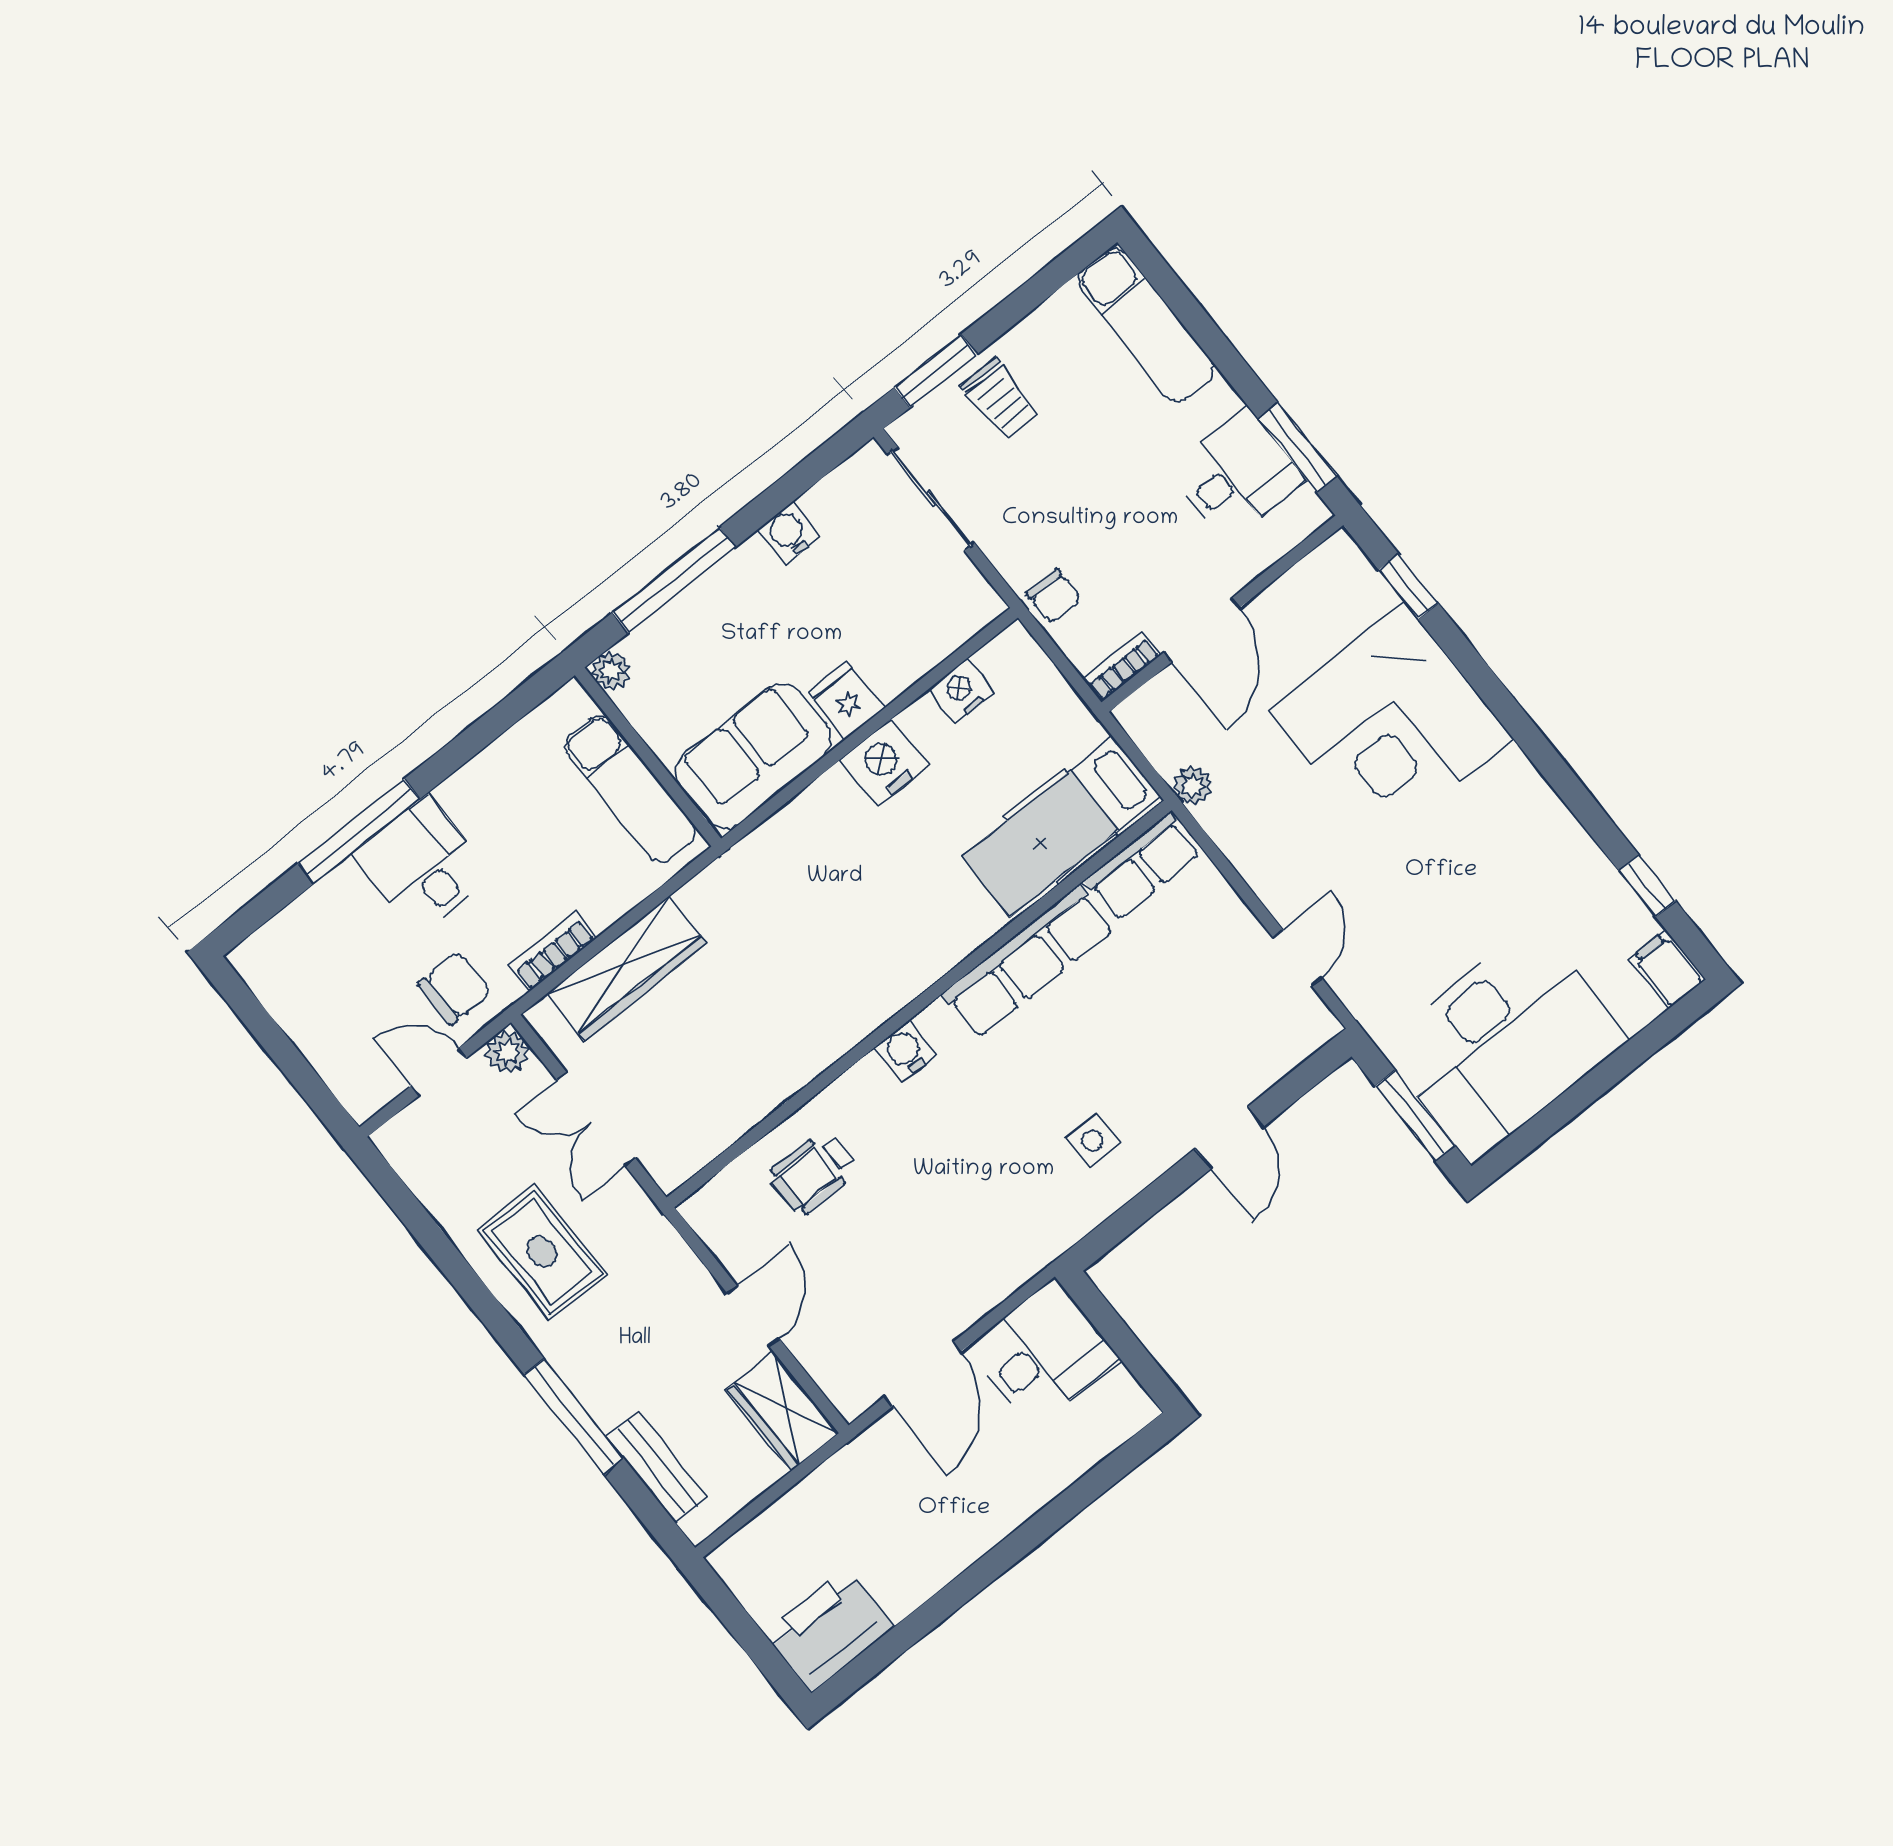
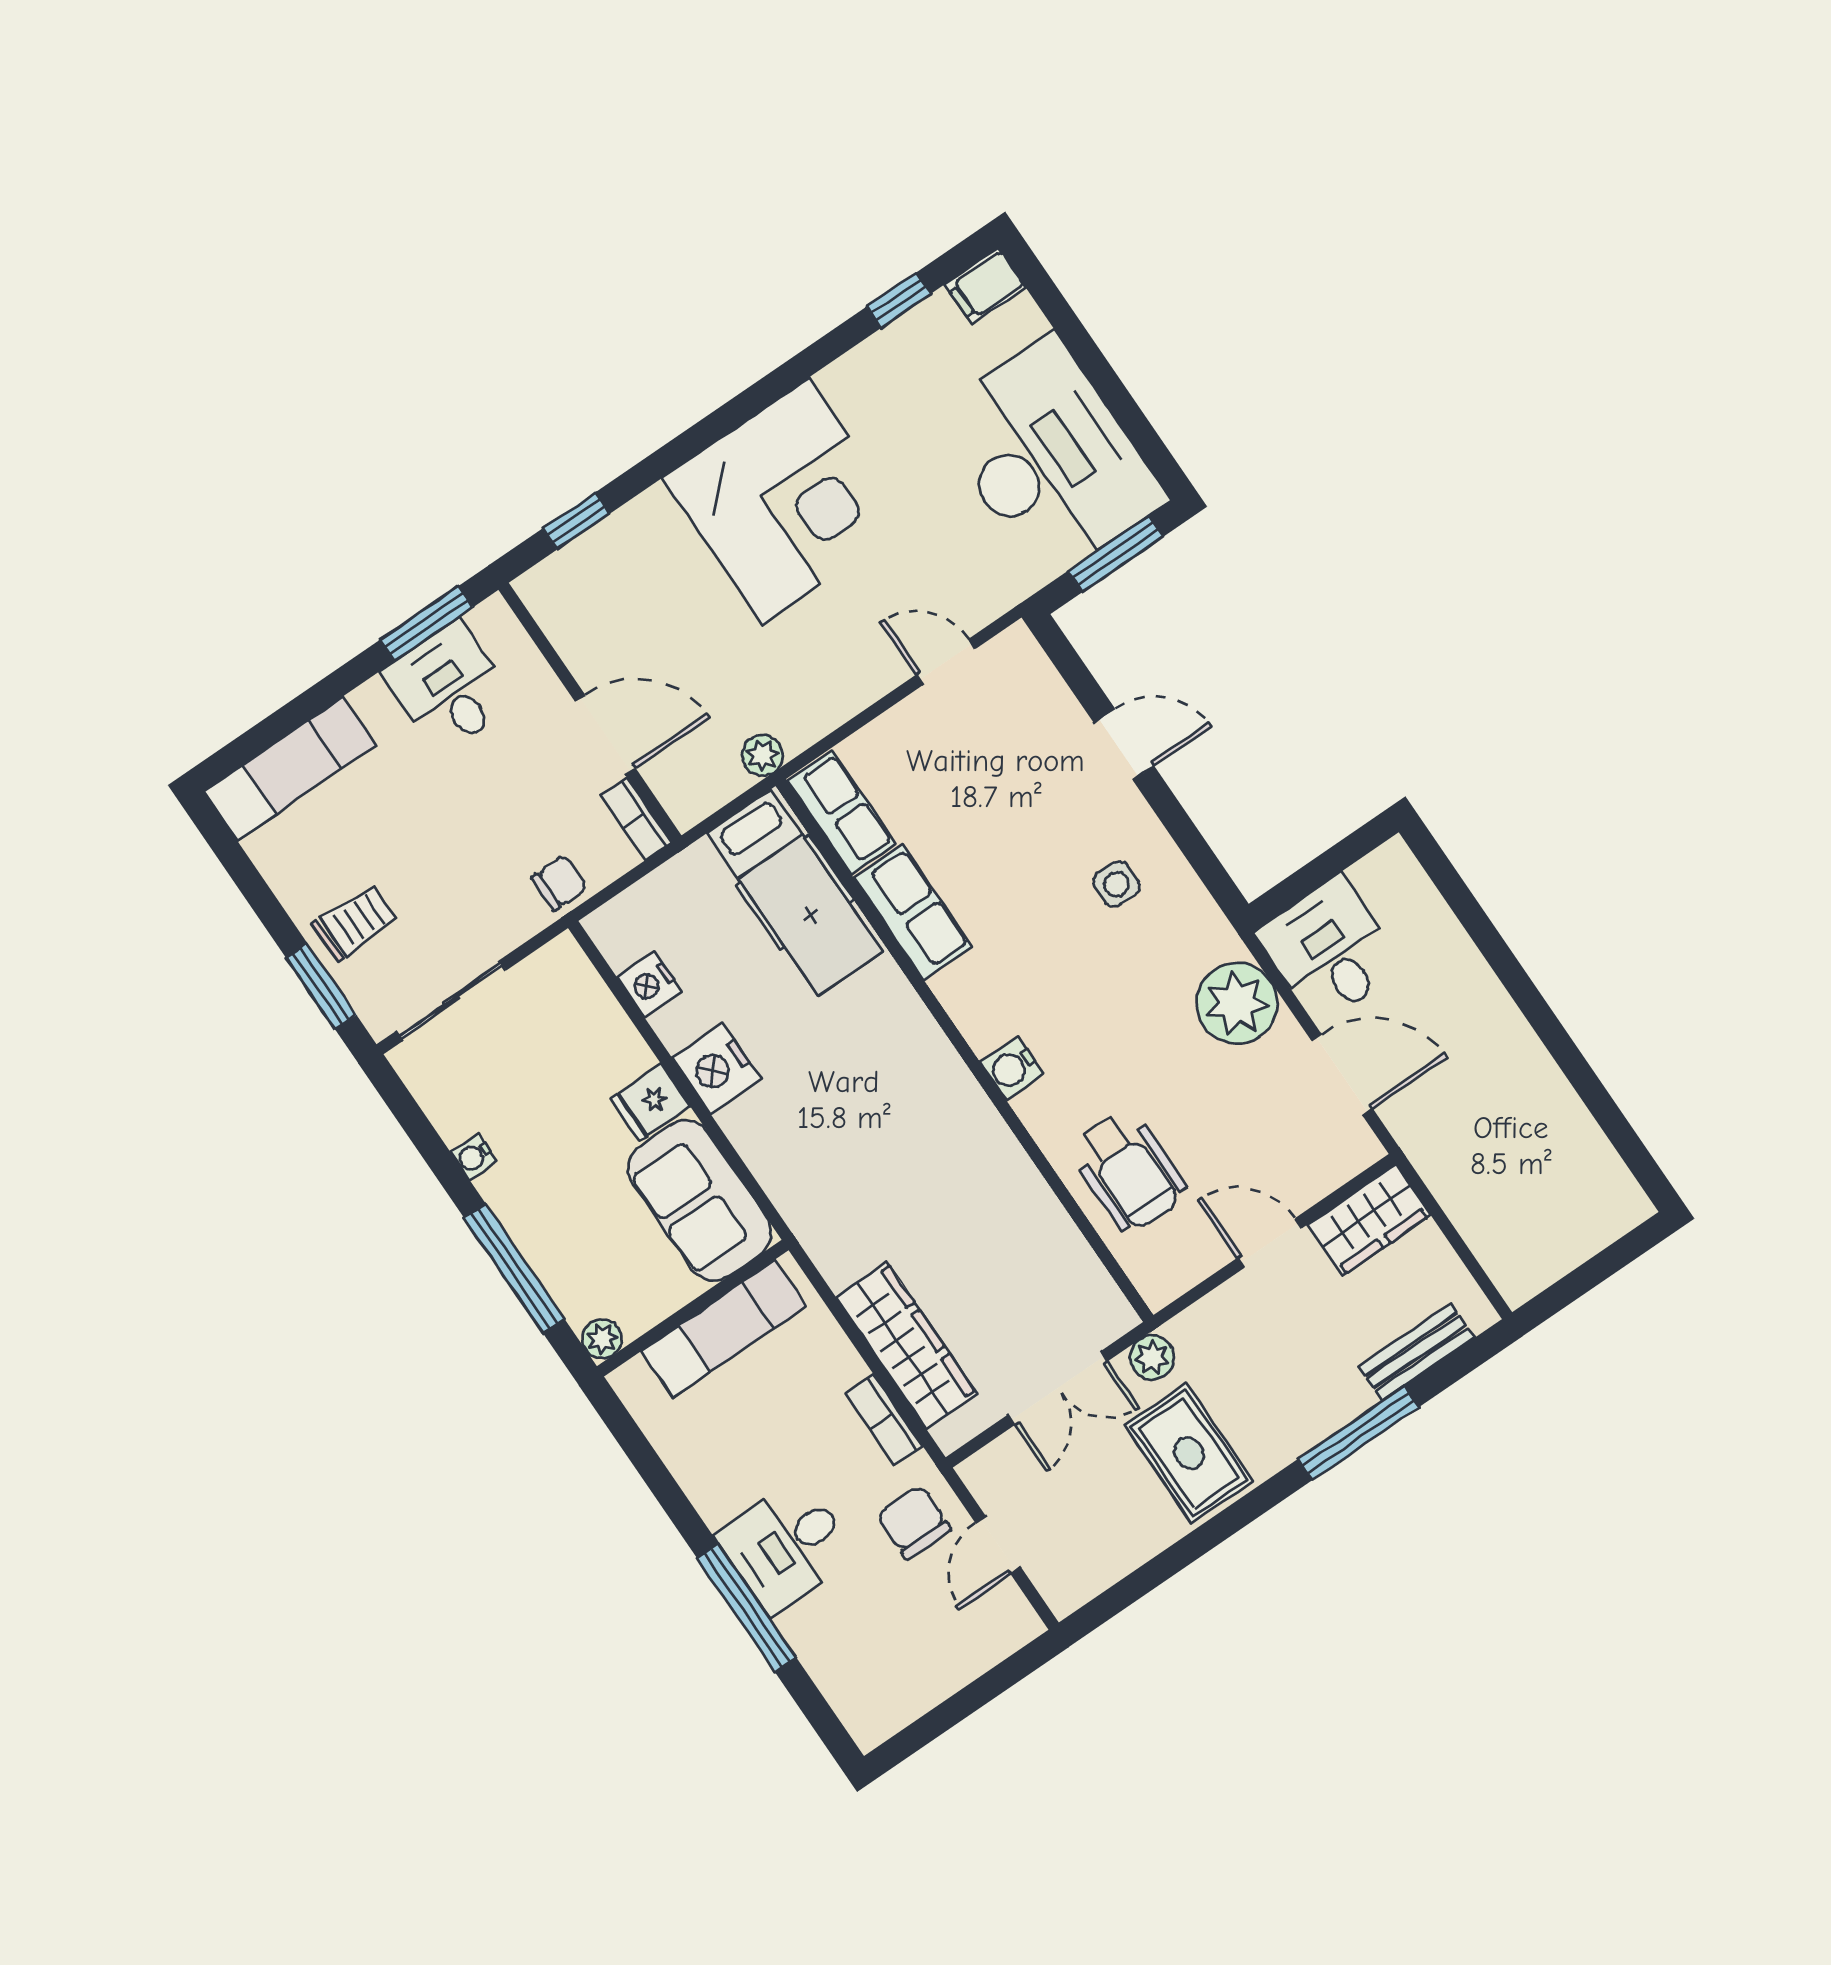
water cooler: (789, 533) -> (474, 1157), width x0.72, depth x0.72
corner desk: (1391, 724) -> (786, 501), moved
row of seats: (1028, 962) -> (913, 912), width x0.68
plant: (507, 1052) -> (1152, 1358), moved
wheelchair: (813, 1173) -> (1129, 1171), width x1.36, depth x1.37
rug: (542, 1252) -> (1189, 1453), turned 90
plant: (985, 1266) -> (1237, 1003), added
printer: (829, 1630) -> (1595, 1189), removed

